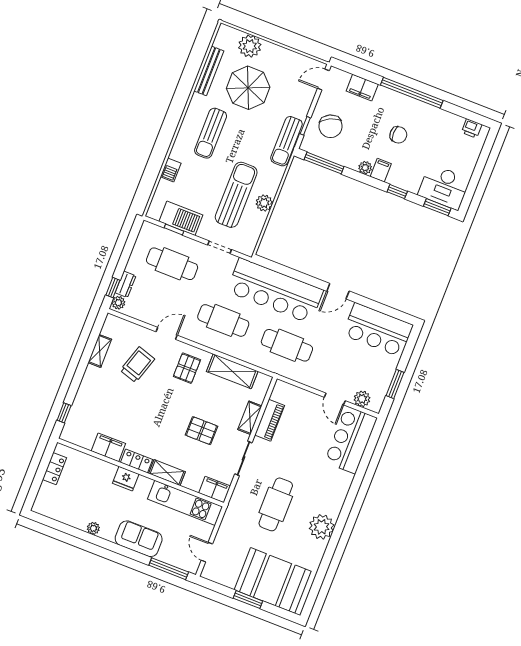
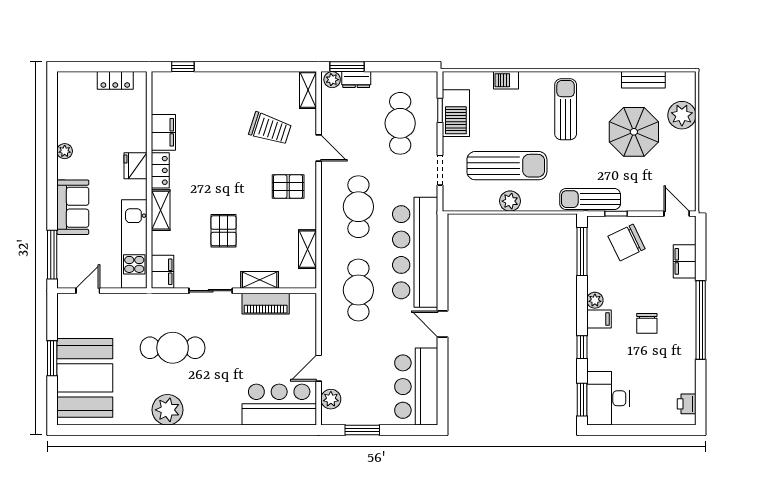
bench: (209, 71) -> (643, 80), width x0.73
sun lounger: (211, 133) -> (566, 109), turned 90
window: (113, 288) -> (347, 67), width x1.50
shelving: (100, 351) -> (308, 90), moved, turned 90
shelving: (232, 371) -> (307, 249), width x0.67, depth x0.75

